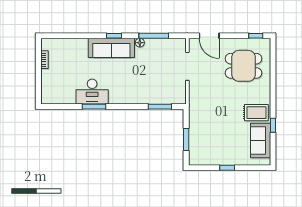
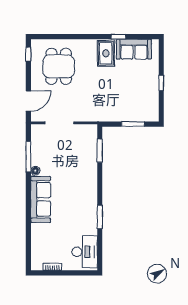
window: (114, 36) -> (28, 197), removed
desk: (92, 92) -> (85, 252), moved

